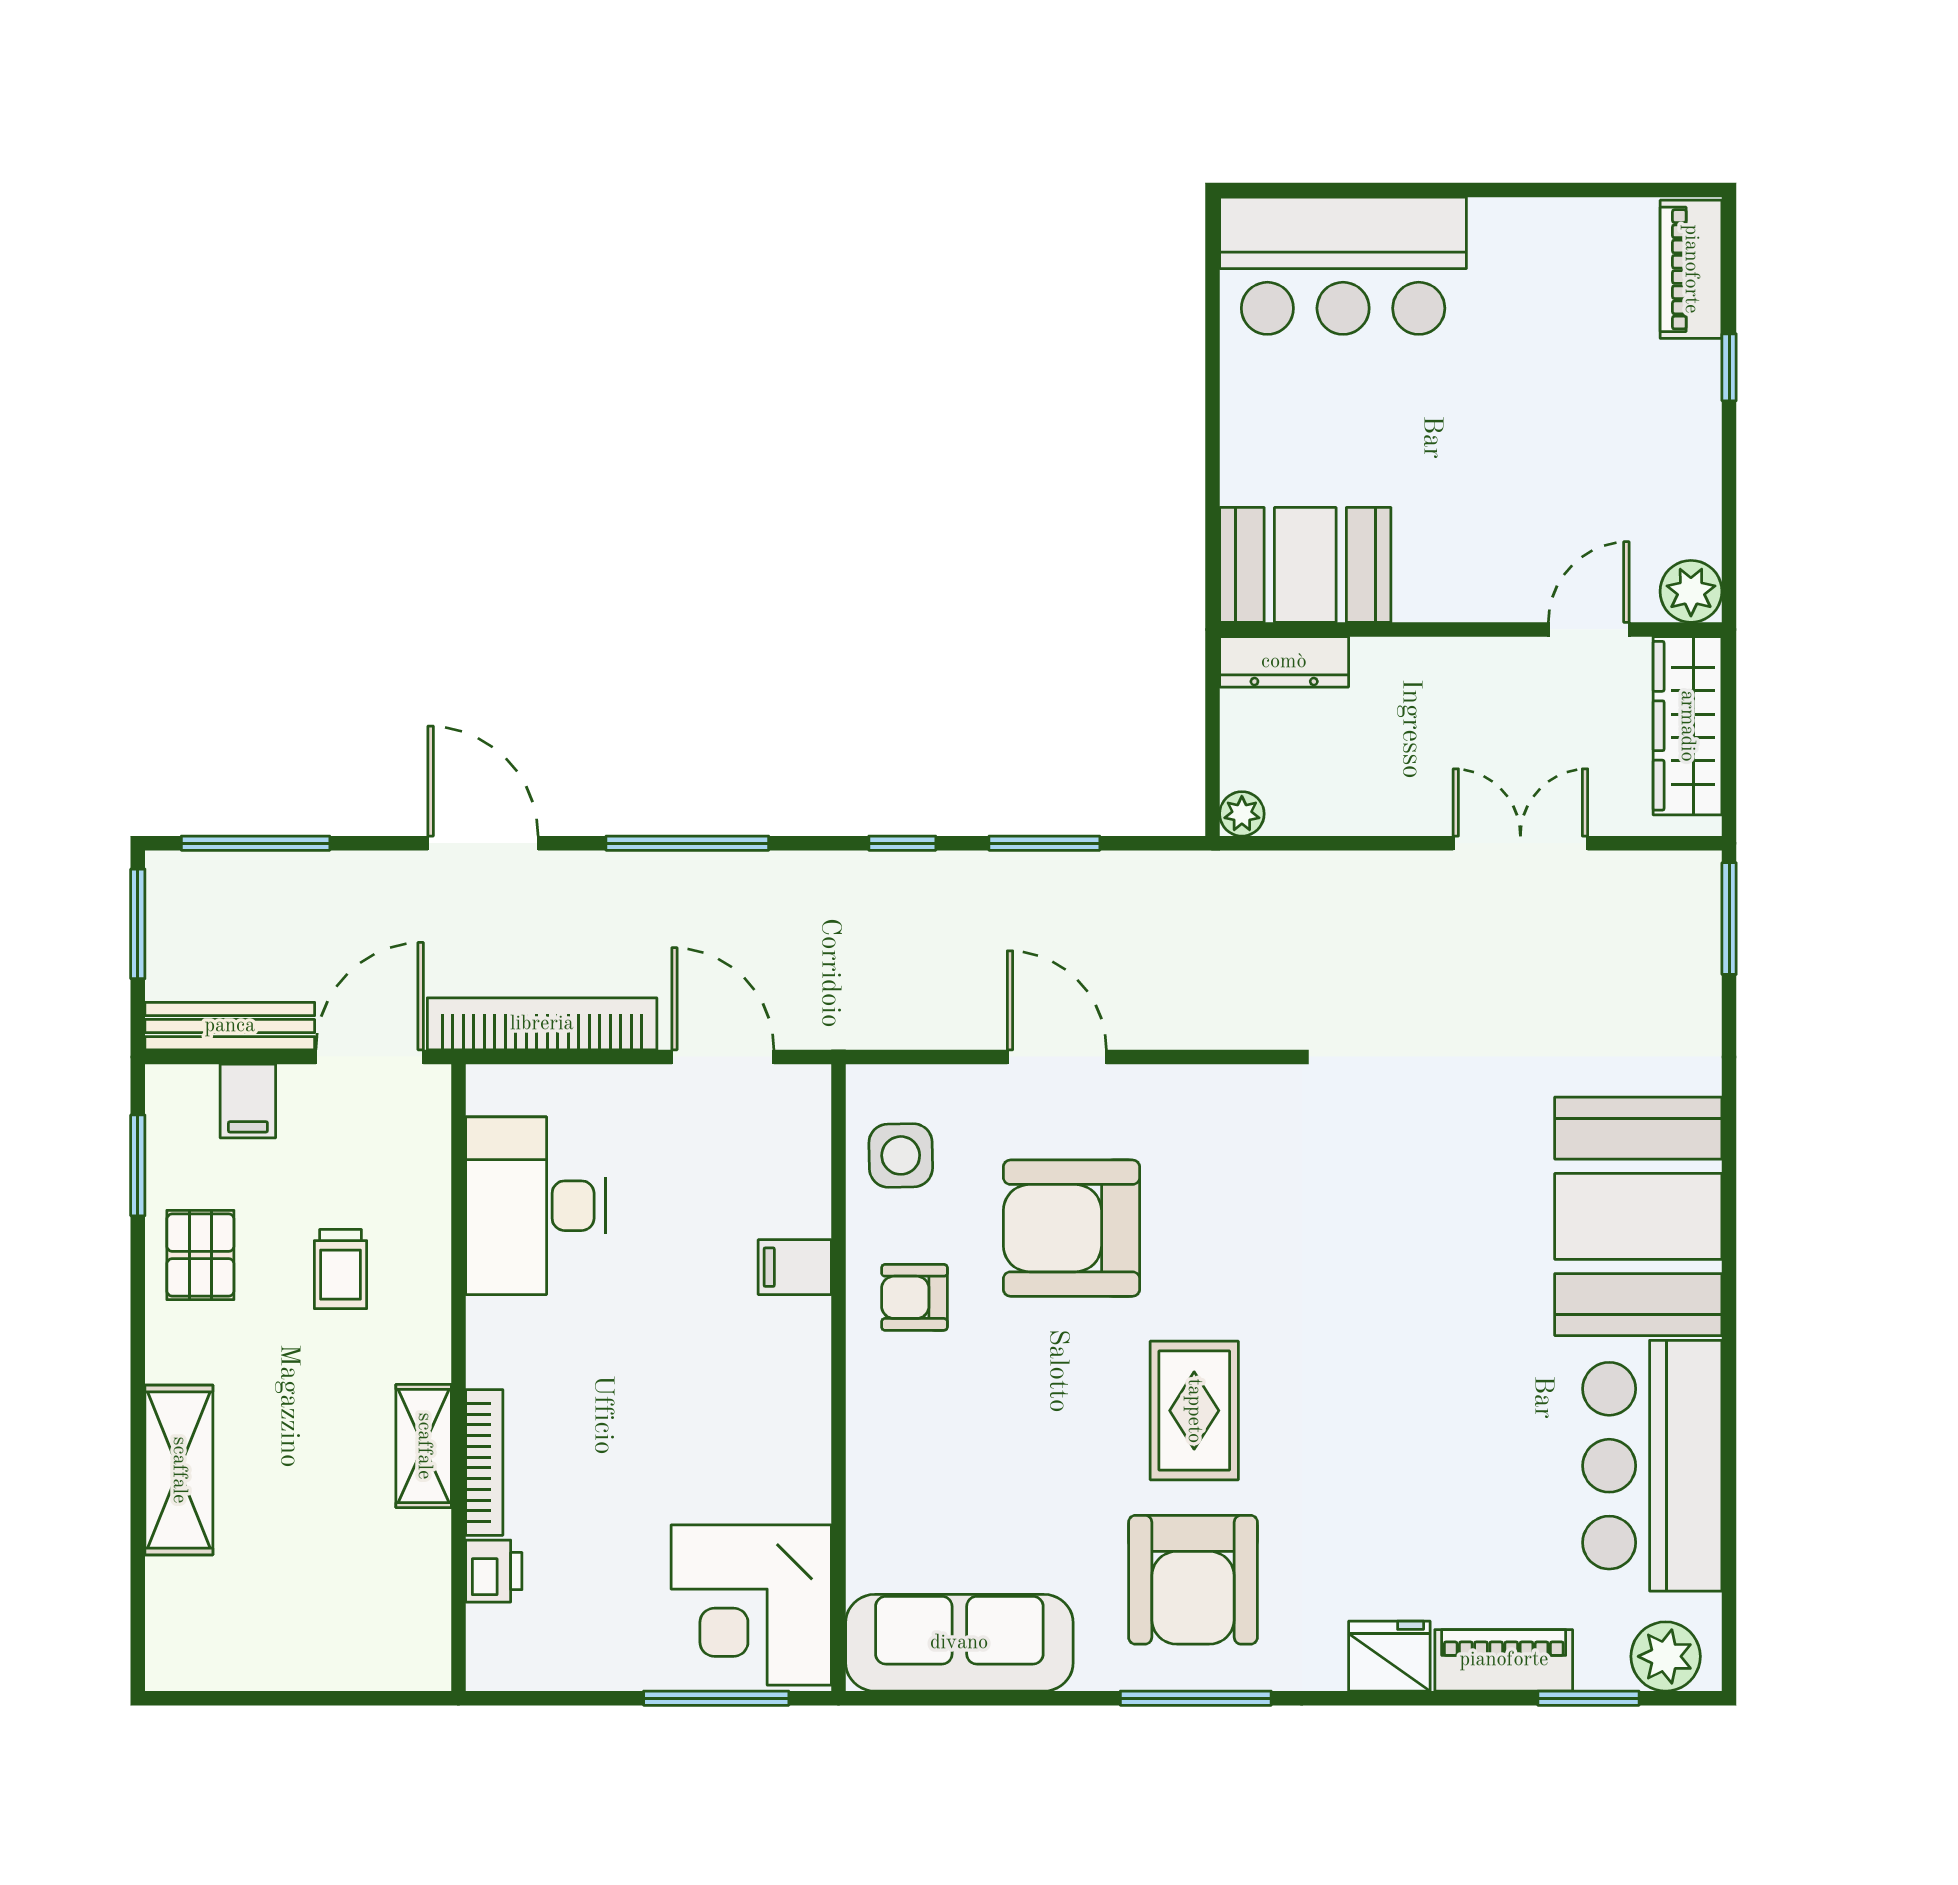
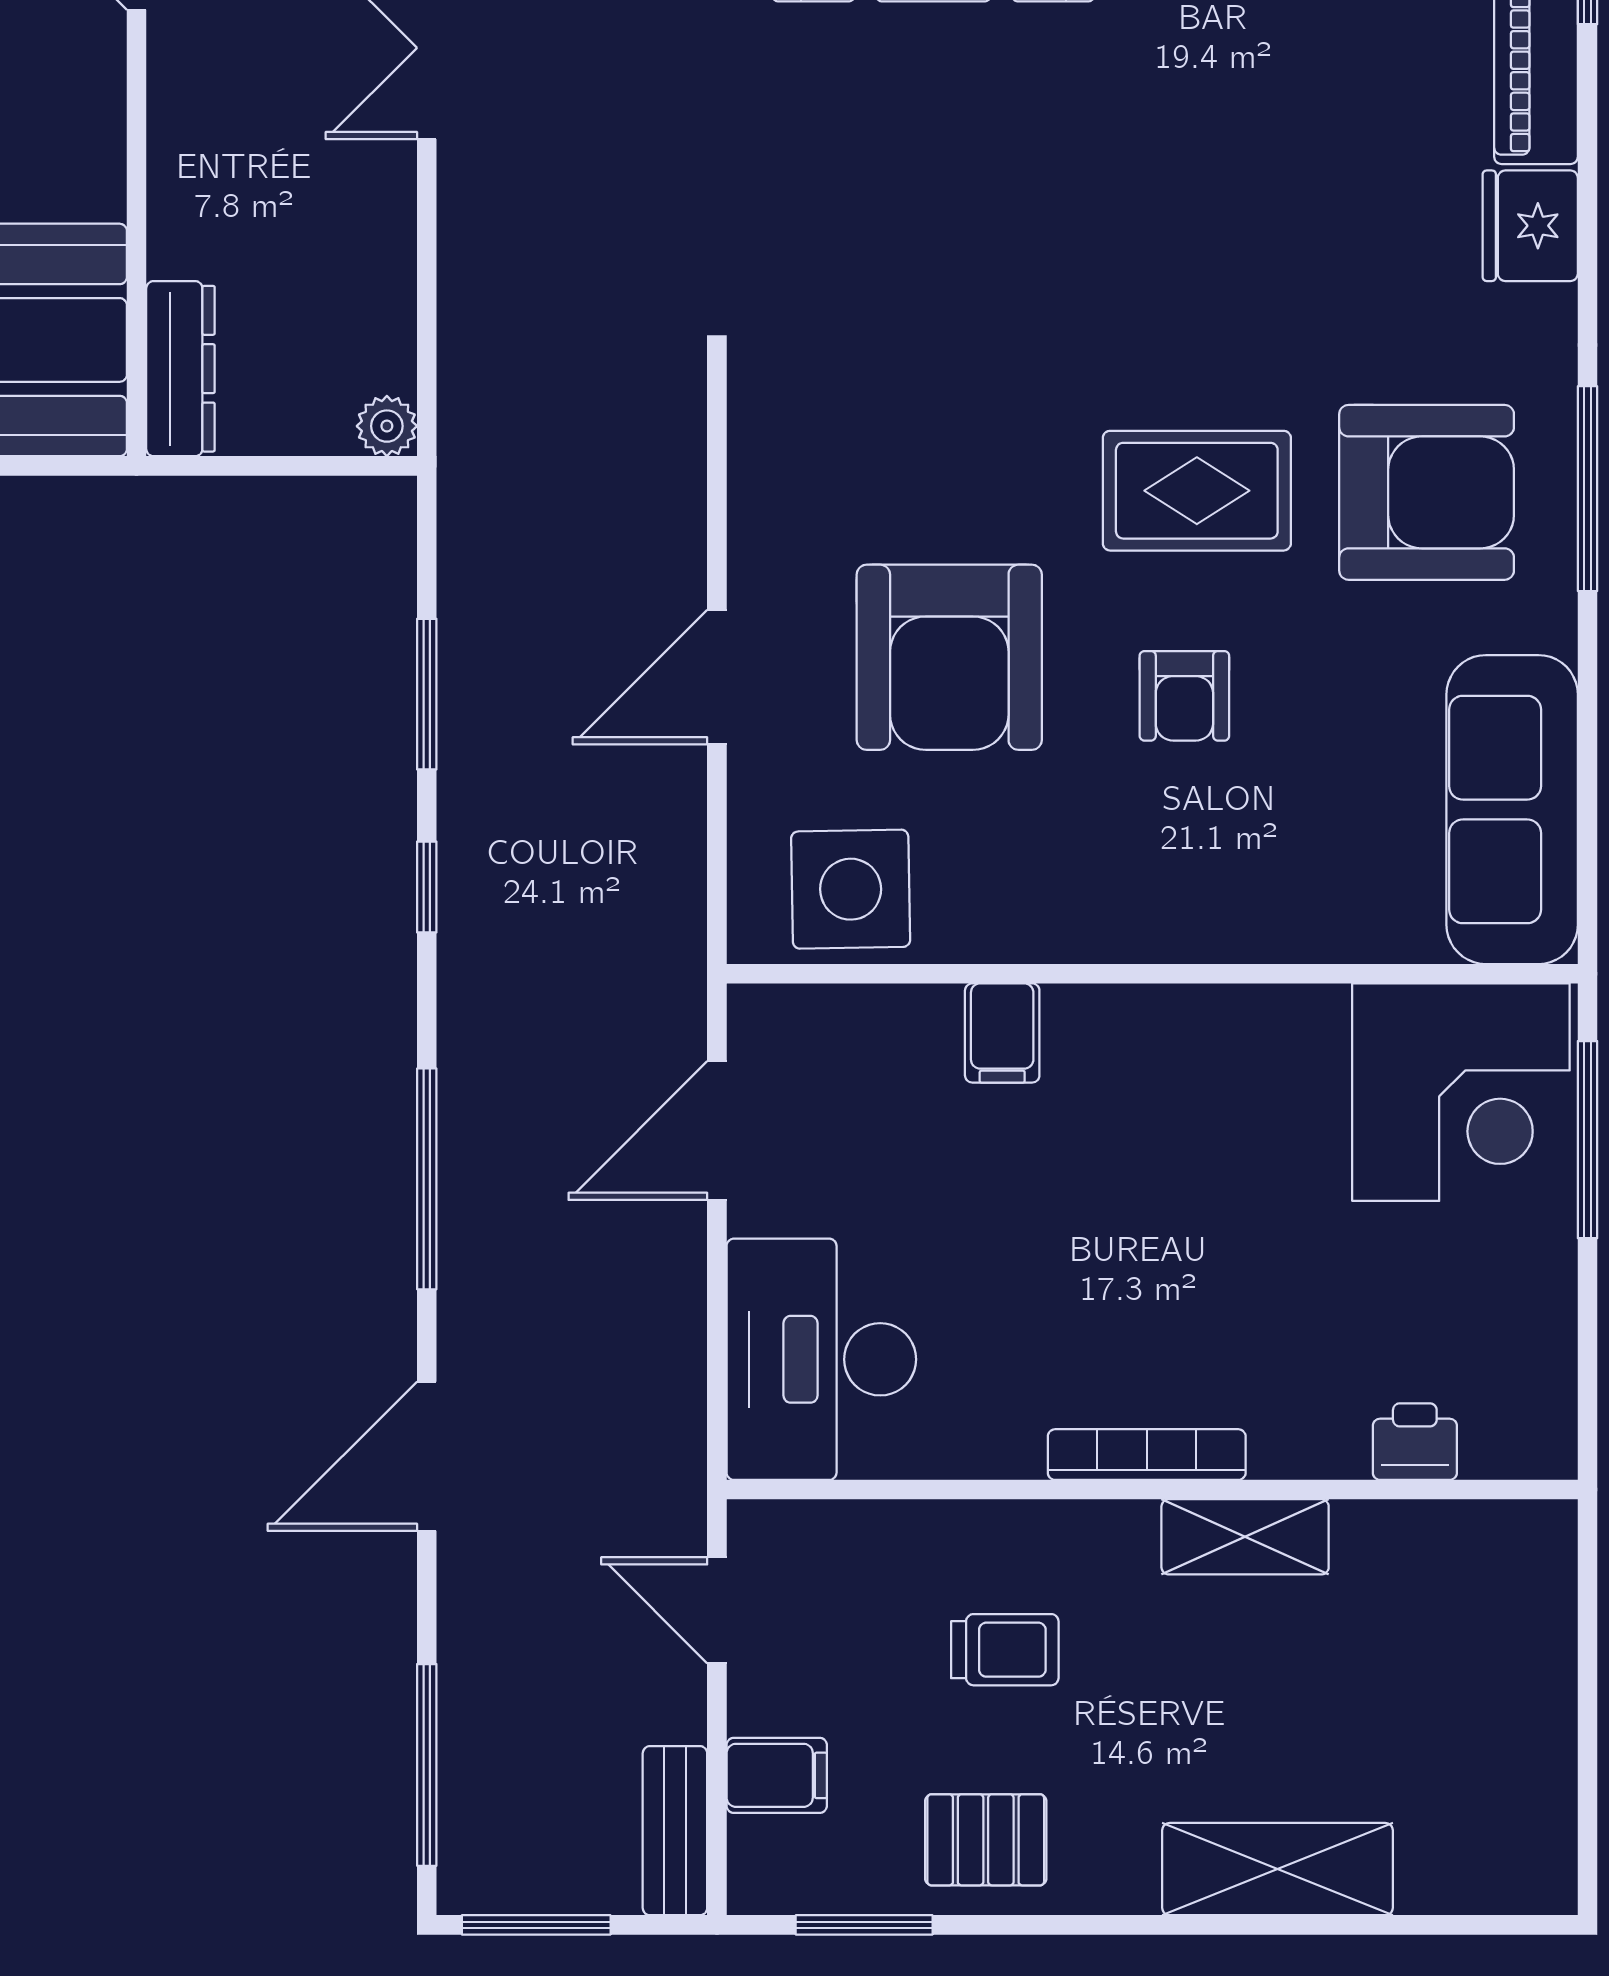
bookcase: (542, 1024) -> (672, 1376), removed
bench: (230, 1026) -> (675, 1831), width x0.73
door: (370, 1057) -> (717, 1610), width x0.73
side table: (901, 1155) -> (851, 889), width x1.37, depth x1.37
desk: (535, 1206) -> (821, 1359), moved, turned 90
armchair: (914, 1297) -> (1184, 696), moved
bookcase: (484, 1462) -> (1147, 1455), moved

